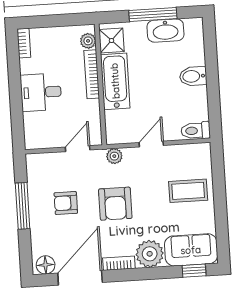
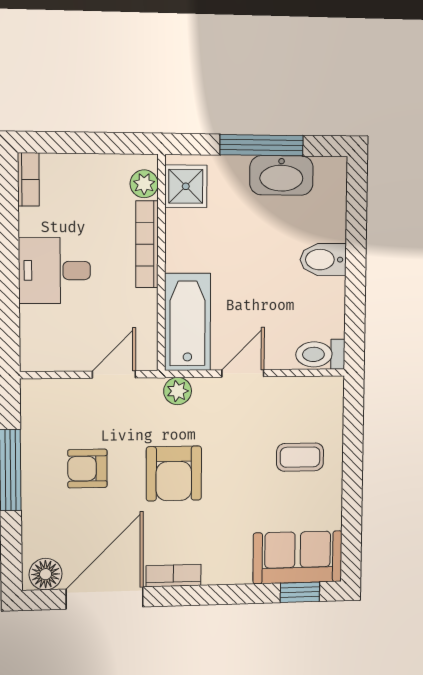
bathtub: (115, 81) -> (187, 322), moved
coffee table: (188, 191) -> (300, 457), width x0.73, depth x0.77
plant: (150, 254) -> (227, 561), removed

